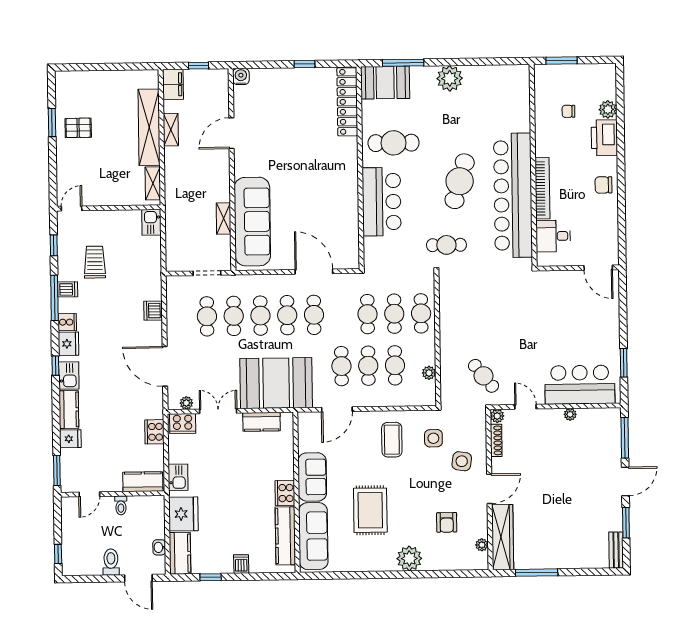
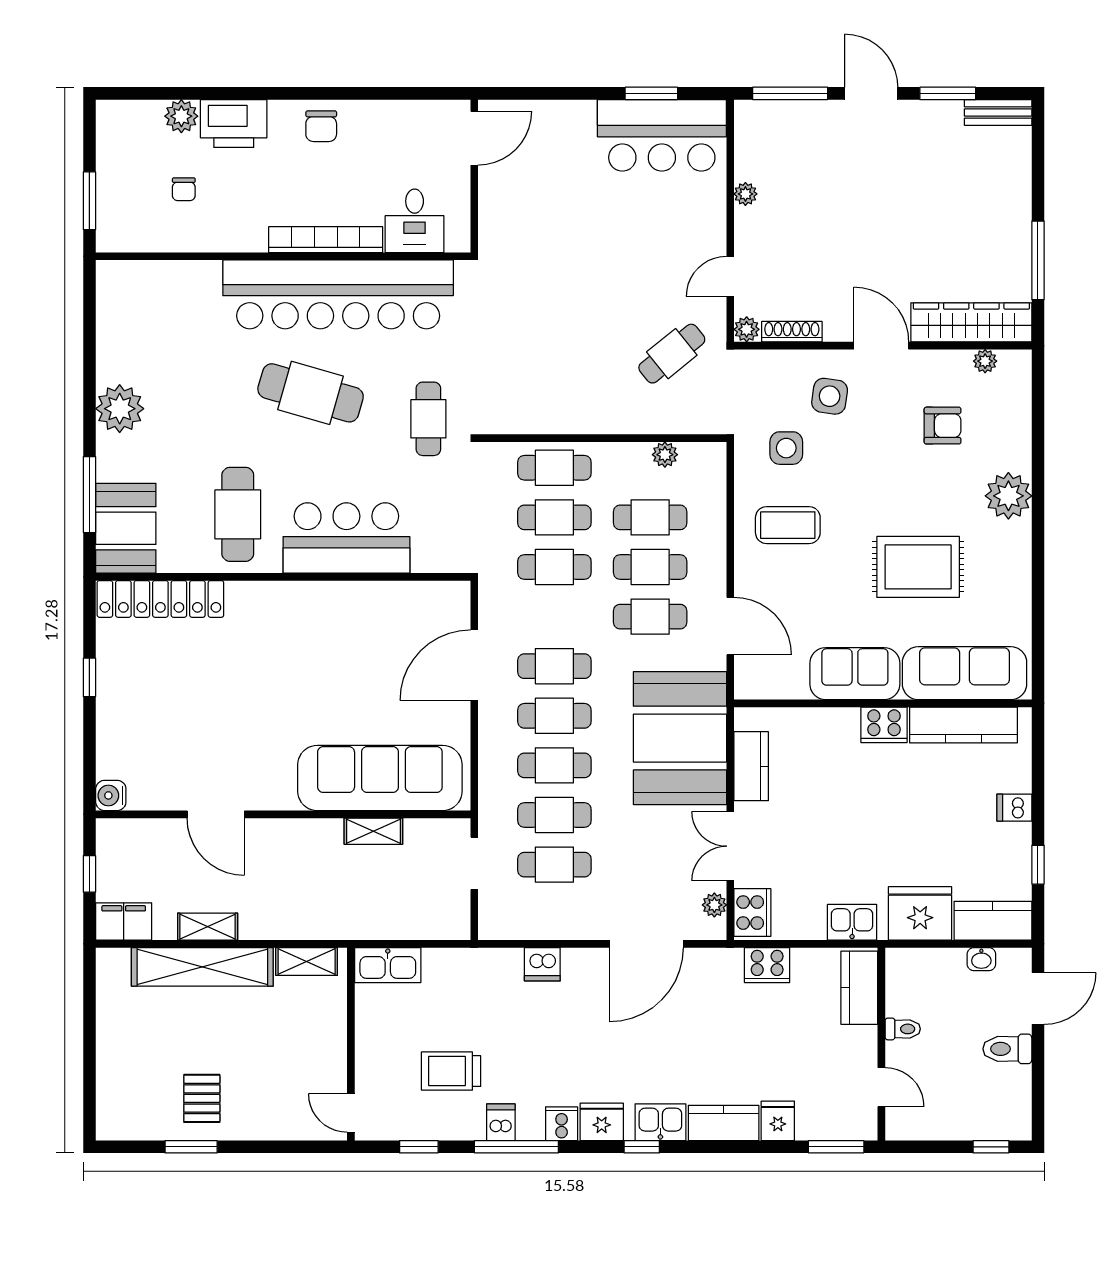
kitchen sink: (151, 222) -> (388, 965), width x1.38
bar counter: (580, 385) -> (662, 135), moved, turned -90

